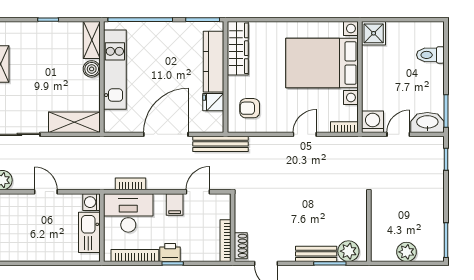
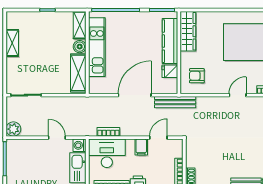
shelving: (74, 122) -> (78, 73), moved, turned 90
door: (46, 192) -> (57, 138), moved

